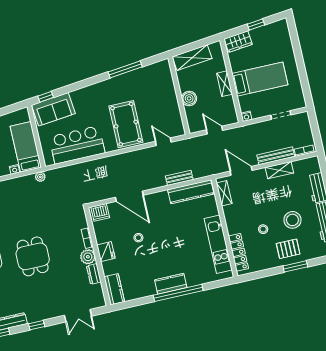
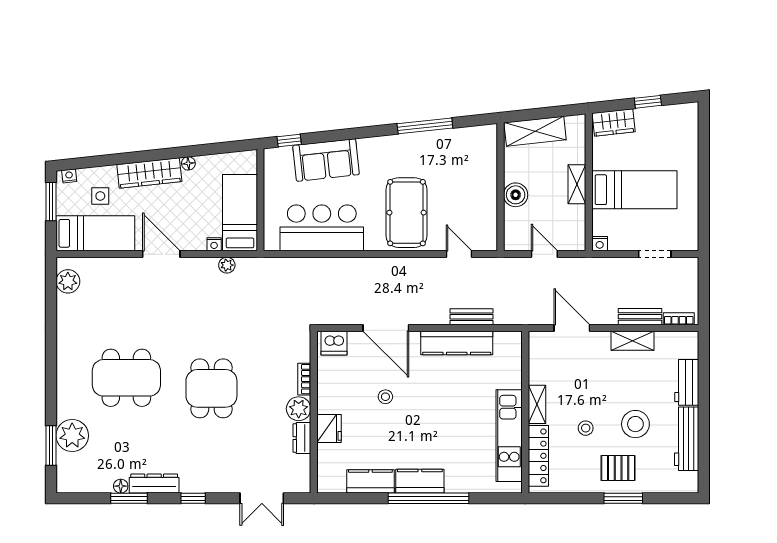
sofa: (53, 109) -> (326, 160), moved
bench: (276, 156) -> (640, 317), width x0.73
plant: (40, 177) -> (227, 265), moved
kitchen counter: (191, 192) -> (457, 343), moved
shelving: (224, 193) -> (537, 404), moved
fridge: (106, 252) -> (329, 429), moved
kitchen counter: (114, 289) -> (370, 481), moved, turned -90

